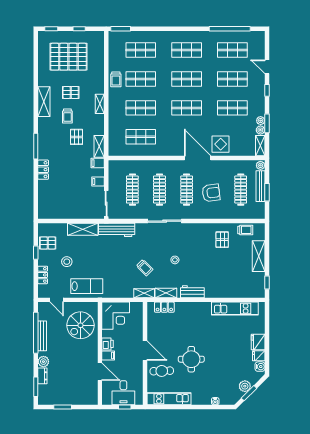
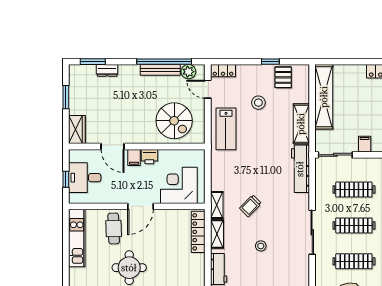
shelving: (62, 212) -> (324, 97), added
locker: (43, 275) -> (223, 71), moved
door: (57, 300) -> (208, 89), hinge flipped
locker: (164, 307) -> (198, 232), width x1.53
corner desk: (116, 316) -> (179, 185), moved, turned 90
spiral stairs: (80, 325) -> (174, 121), turned 180
plant: (43, 362) -> (188, 72), moved
door: (100, 372) -> (113, 146), hinge flipped
wardrobe: (87, 399) -> (77, 130), added

